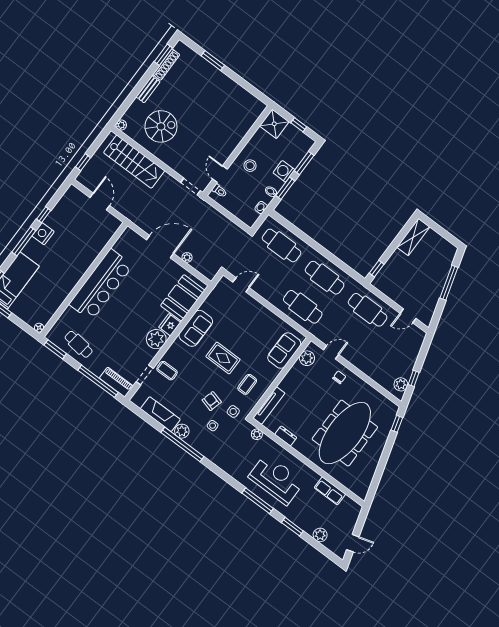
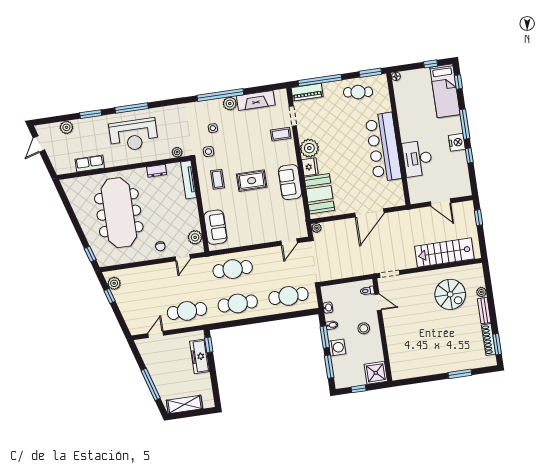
plant: (121, 125) -> (481, 292), moved
spiral stairs: (161, 126) -> (450, 294), turned -90
shelving: (413, 237) -> (185, 404), moved, turned 90
desk: (84, 251) -> (417, 159), added
plant: (187, 257) -> (317, 228), moved
freezer: (392, 267) -> (200, 356), added
armchair: (212, 401) -> (230, 144), removed

